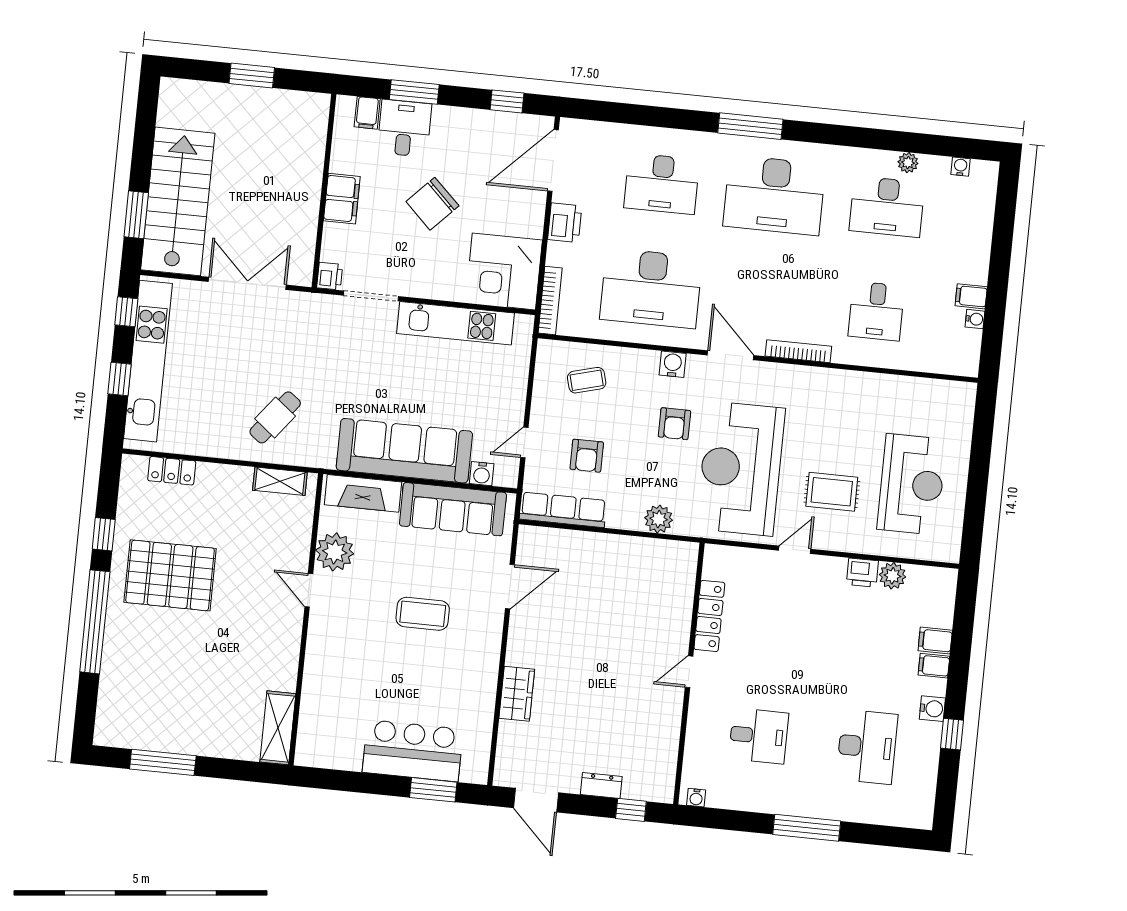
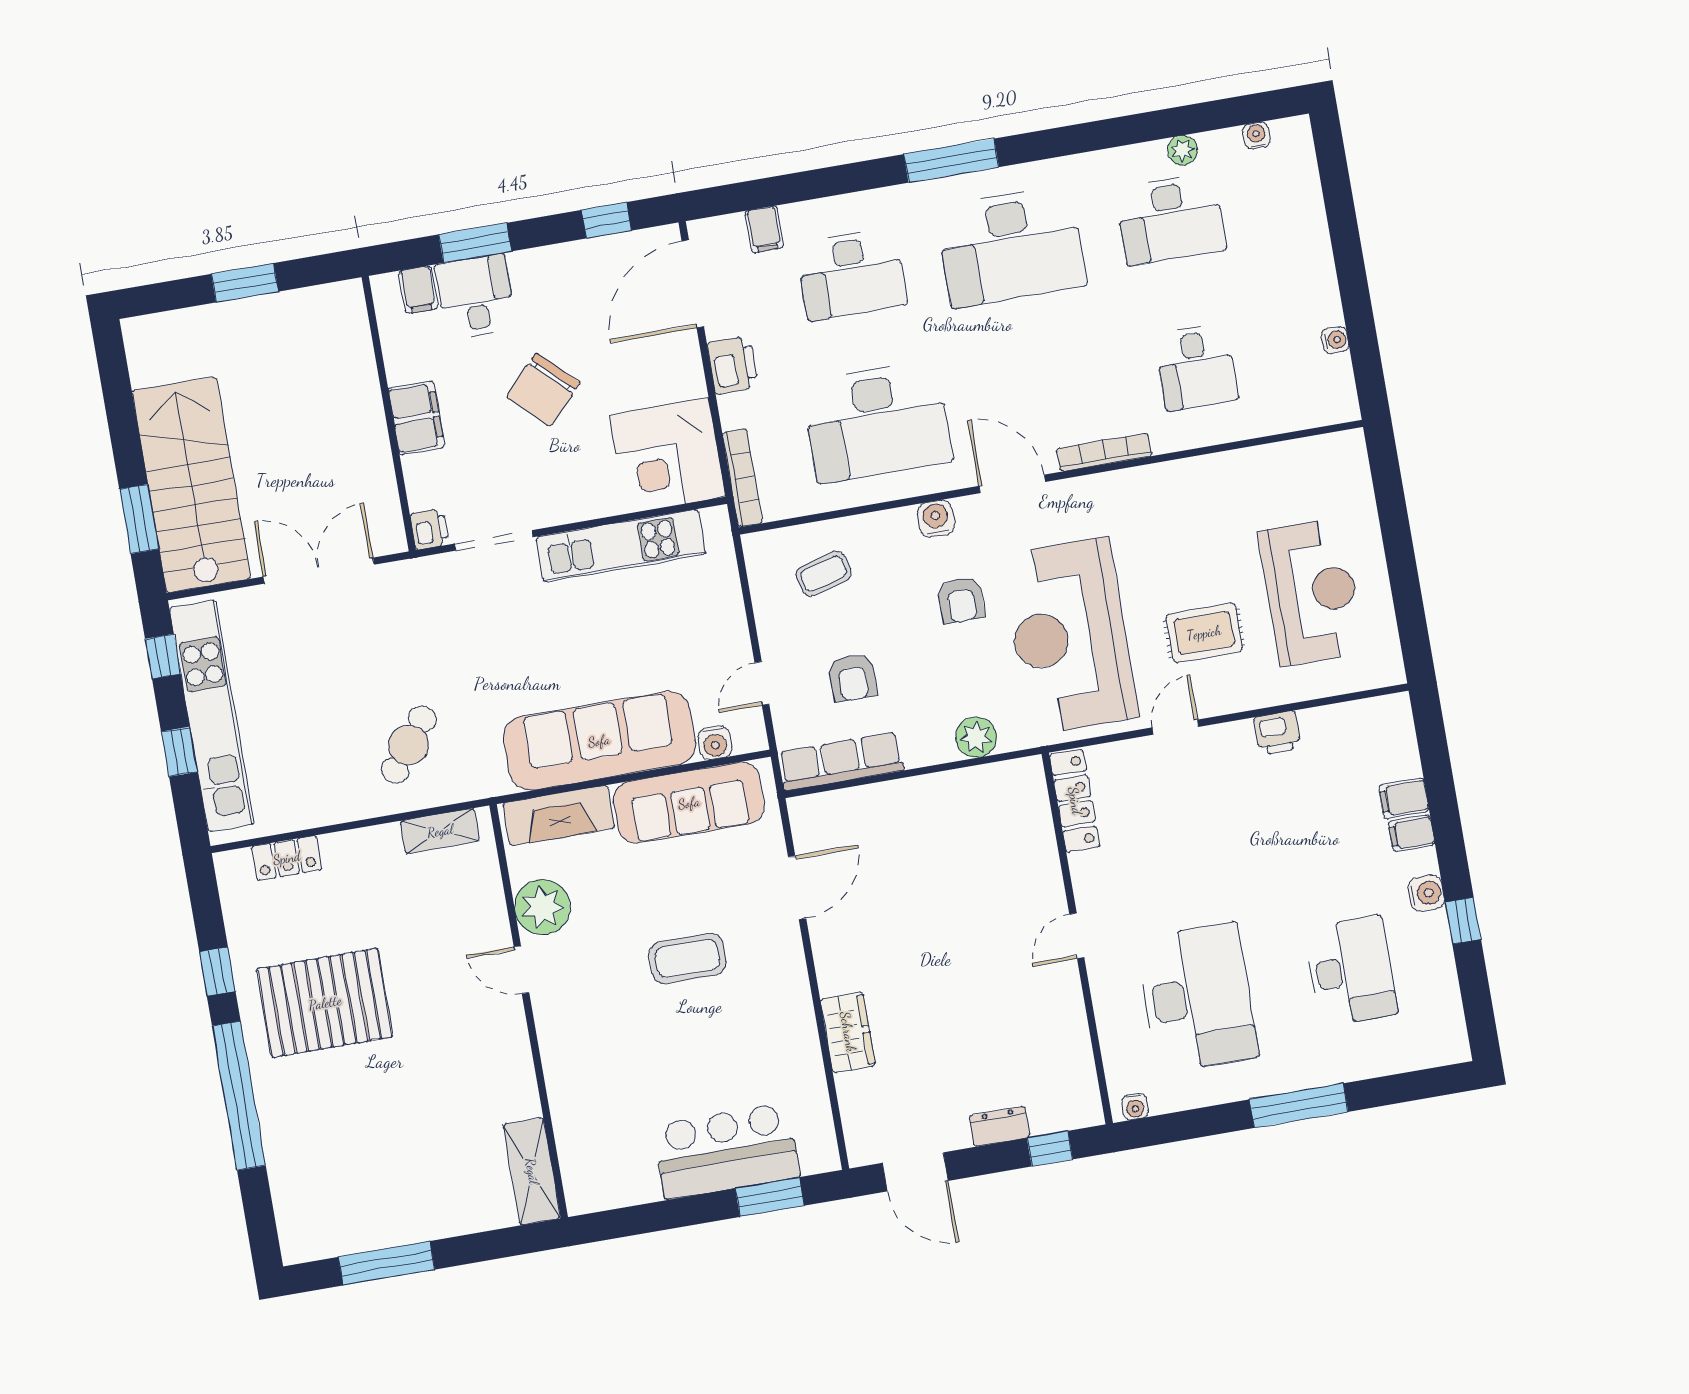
filing cabinet: (971, 296) -> (764, 229), moved, turned -90
plant: (893, 576) -> (1320, 725), removed
locker: (709, 616) -> (1075, 801), moved
desk: (759, 736) -> (1197, 997), width x1.87, depth x1.30

